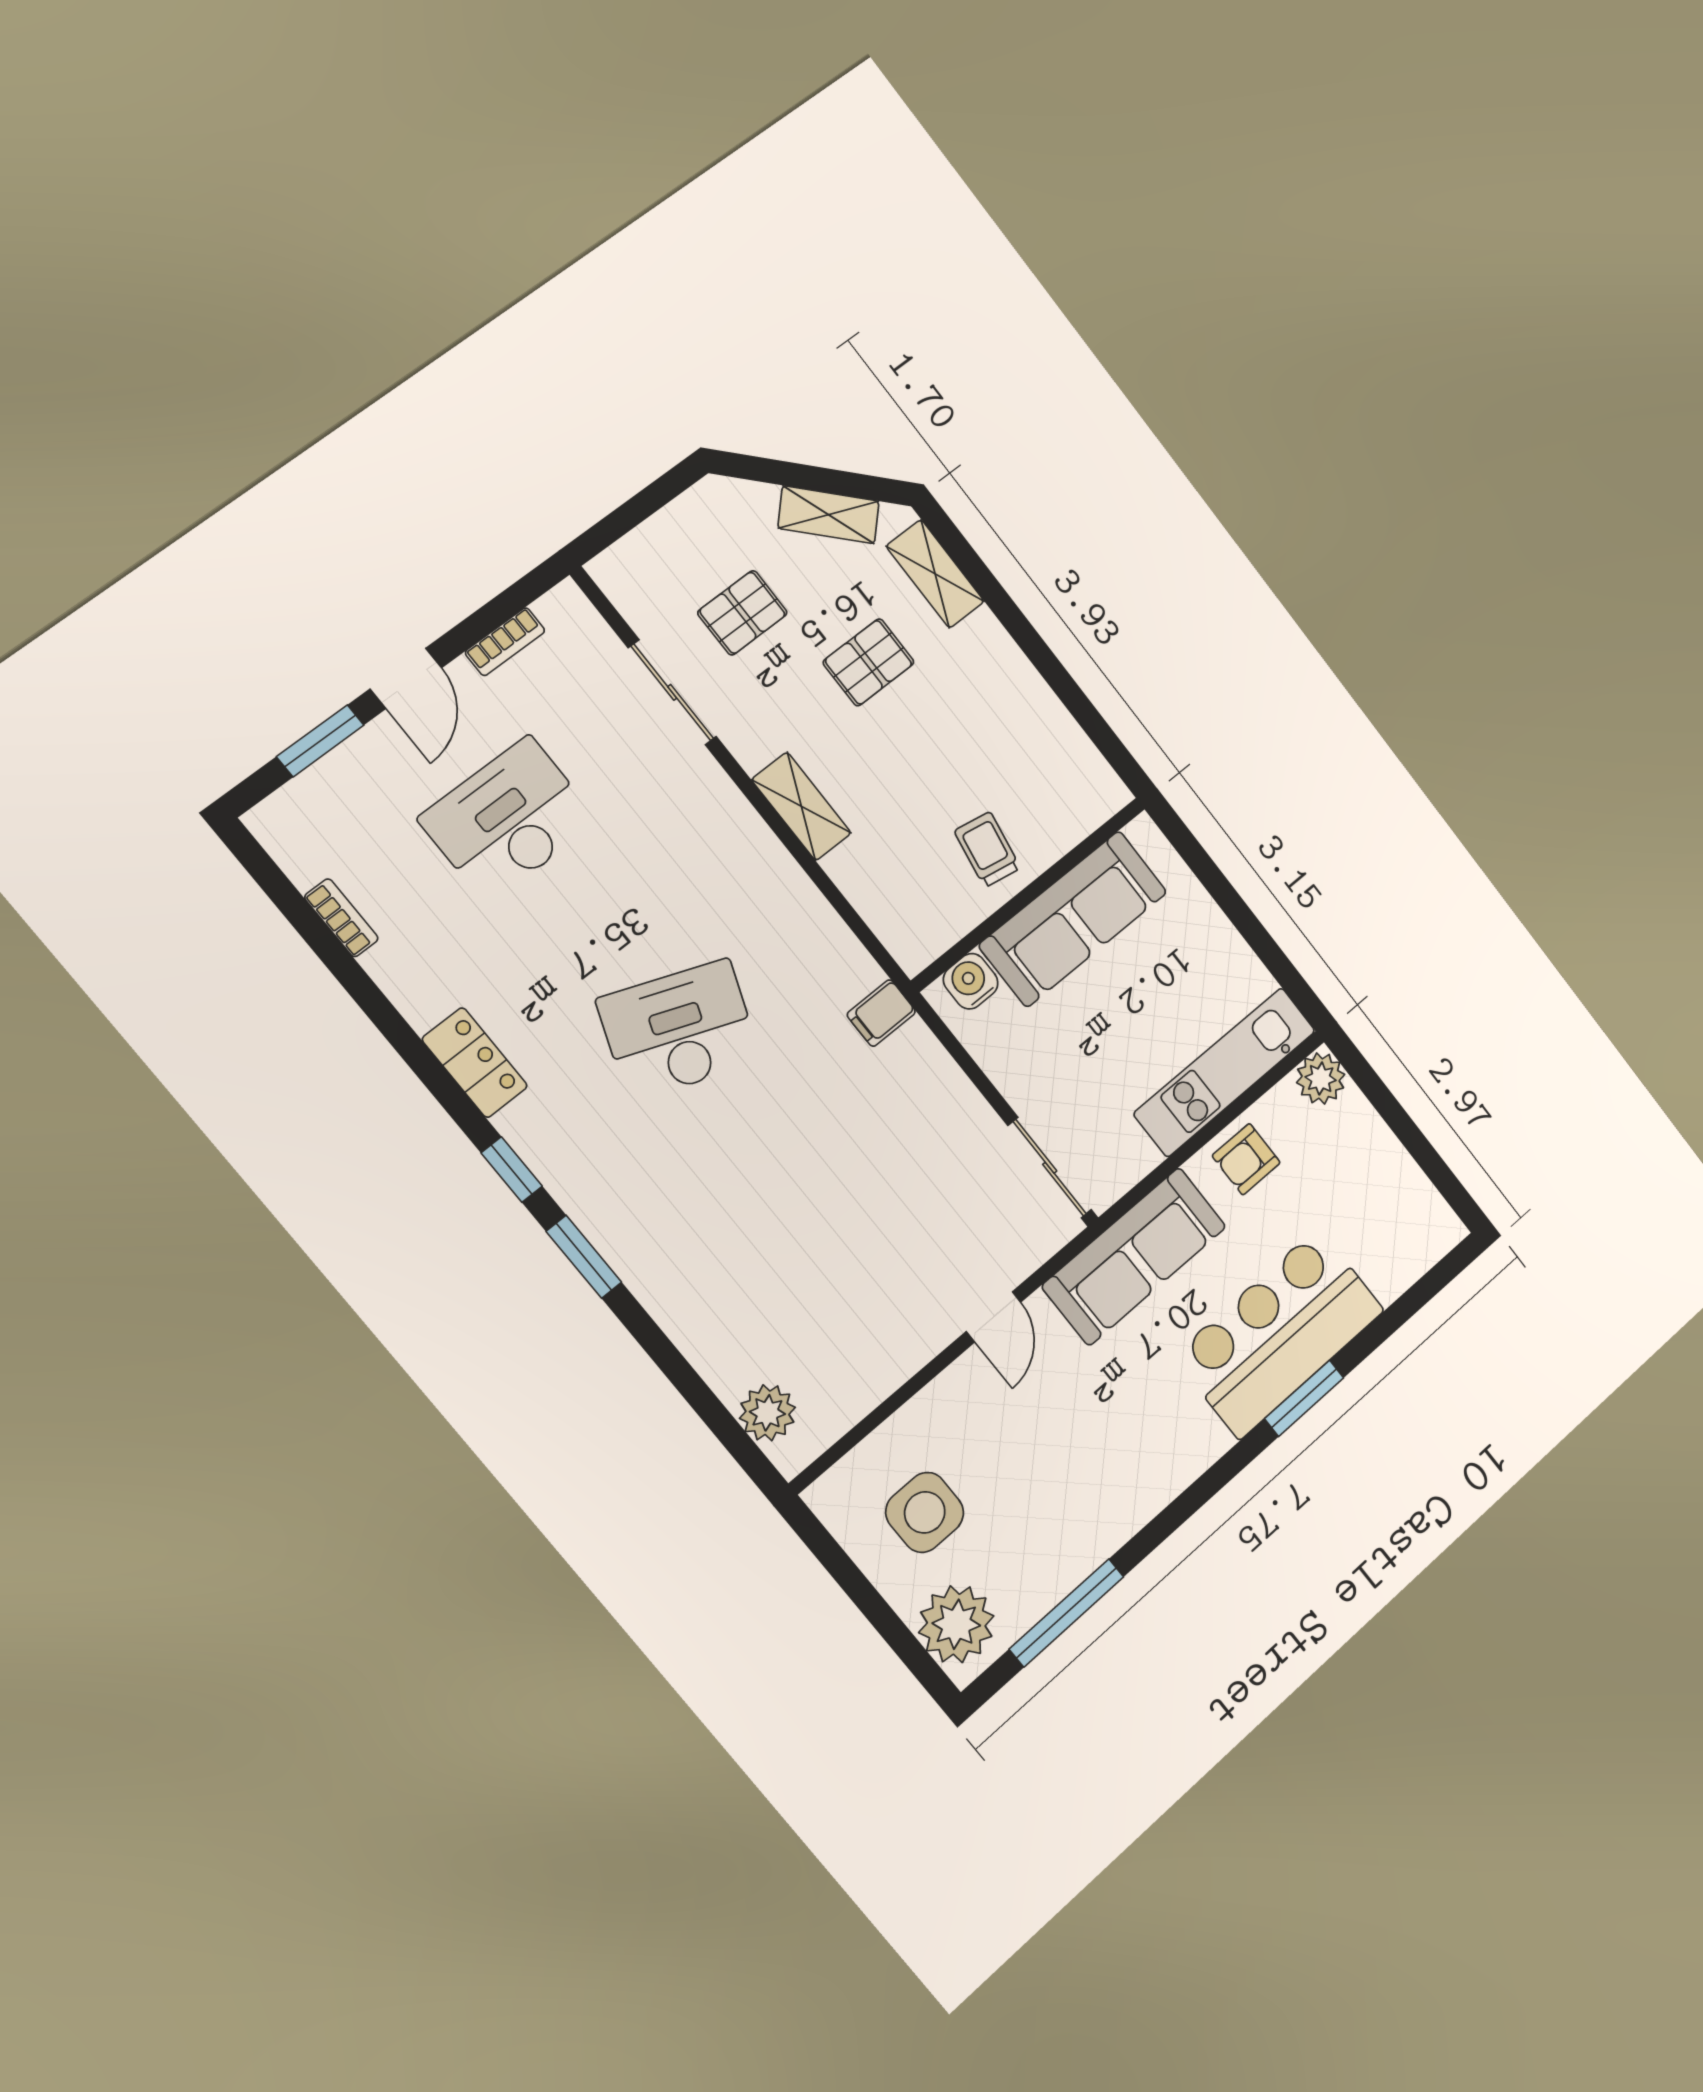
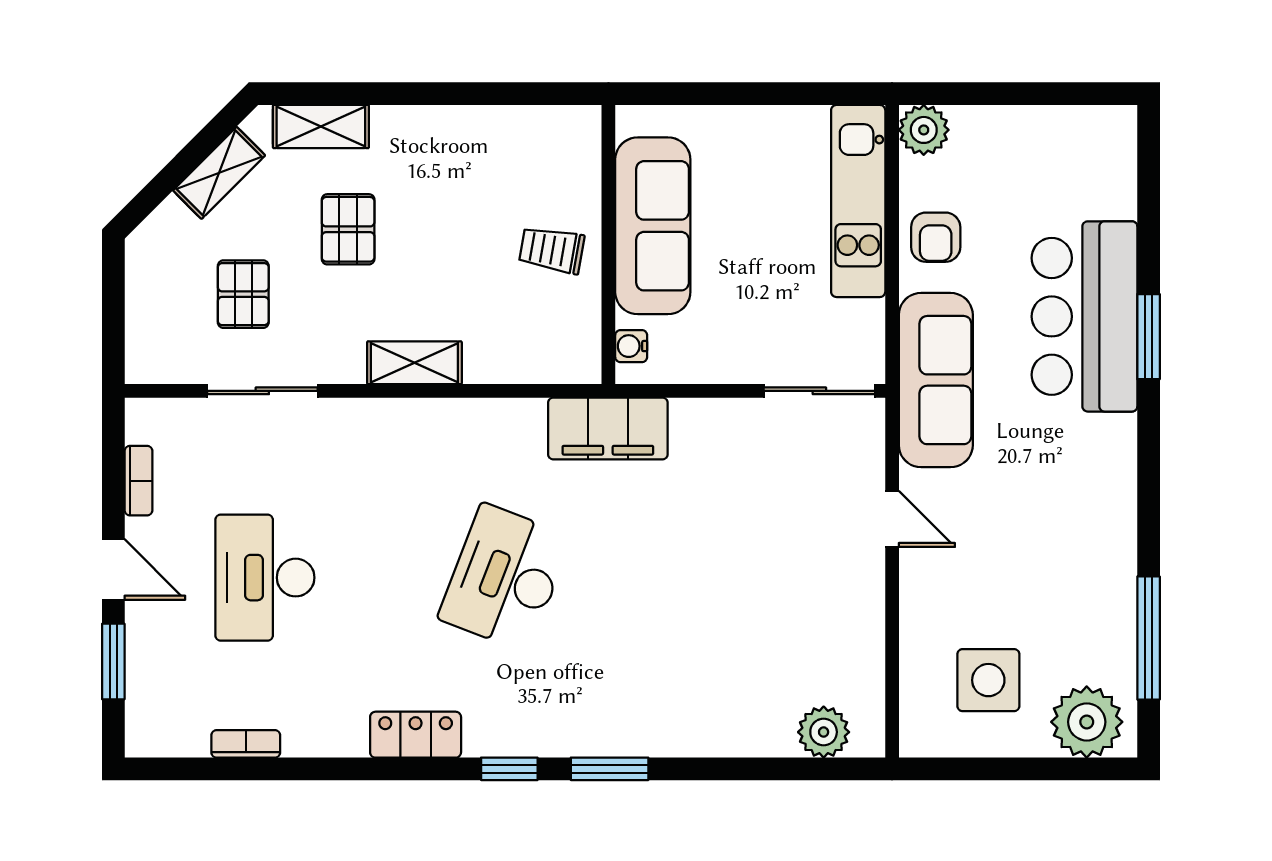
water cooler: (971, 981) -> (631, 346), width x0.72, depth x0.72
filing cabinet: (881, 1013) -> (608, 429), width x3.00, depth x1.17

